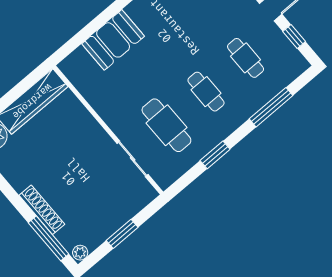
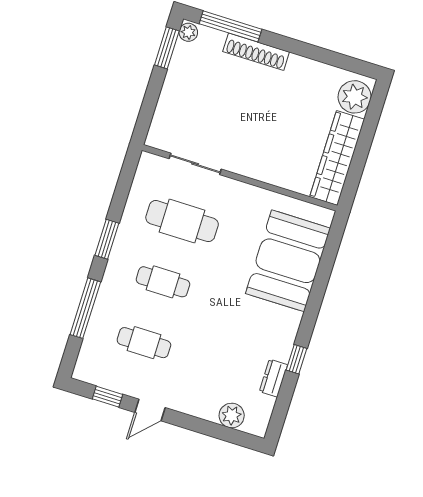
booth: (113, 40) -> (288, 261), width x1.36, depth x1.42
window: (215, 155) -> (107, 239), moved
window: (122, 234) -> (167, 48), moved

